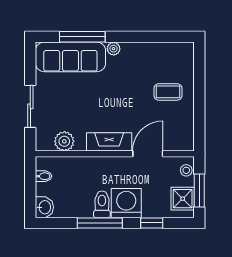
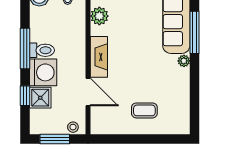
coffee table: (168, 92) -> (144, 110), turned 90
shower: (183, 199) -> (40, 98), moved

